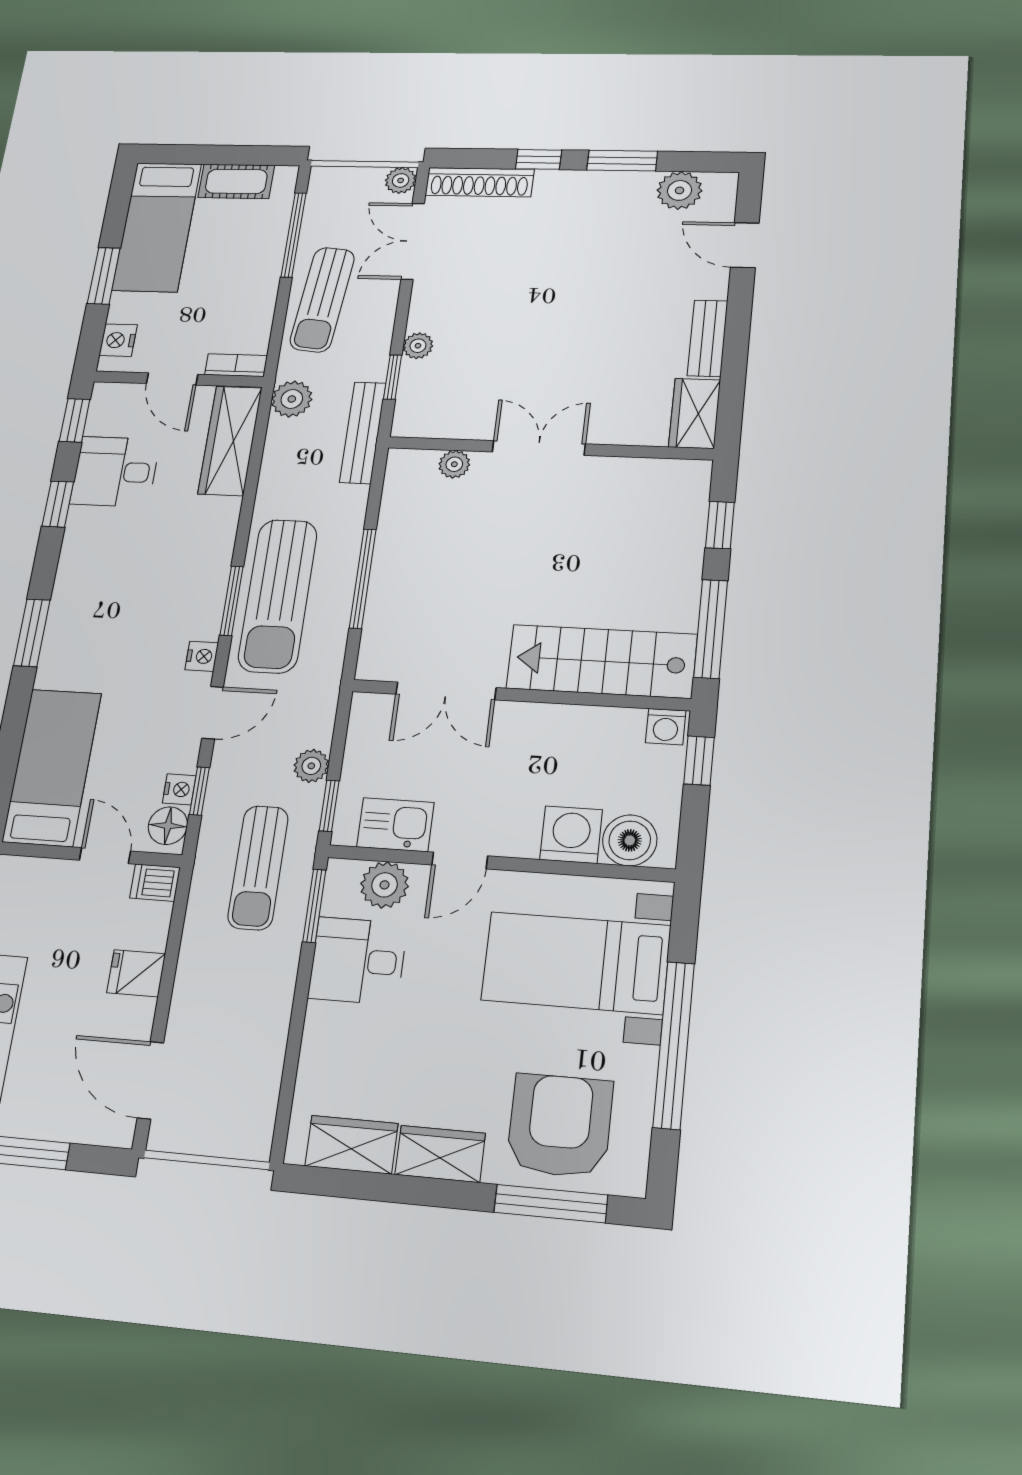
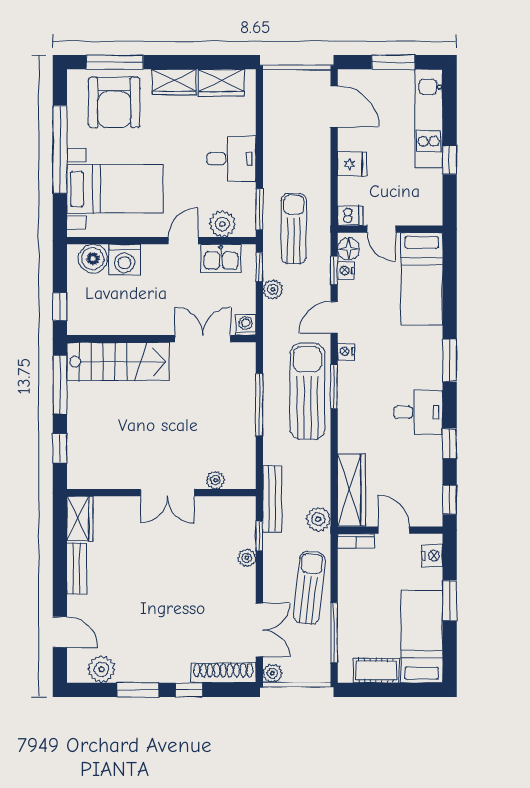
desk: (115, 472) -> (418, 412), moved
washing machine: (666, 727) -> (246, 325), moved
desk: (358, 961) -> (231, 159), moved

